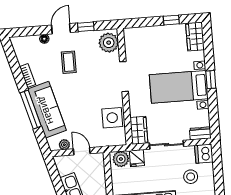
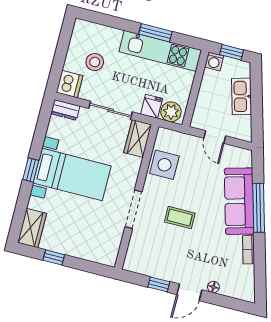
plant: (109, 43) -> (138, 256), removed
coffee table: (69, 62) -> (180, 218), moved, turned 90
plant: (64, 145) -> (233, 152), removed

